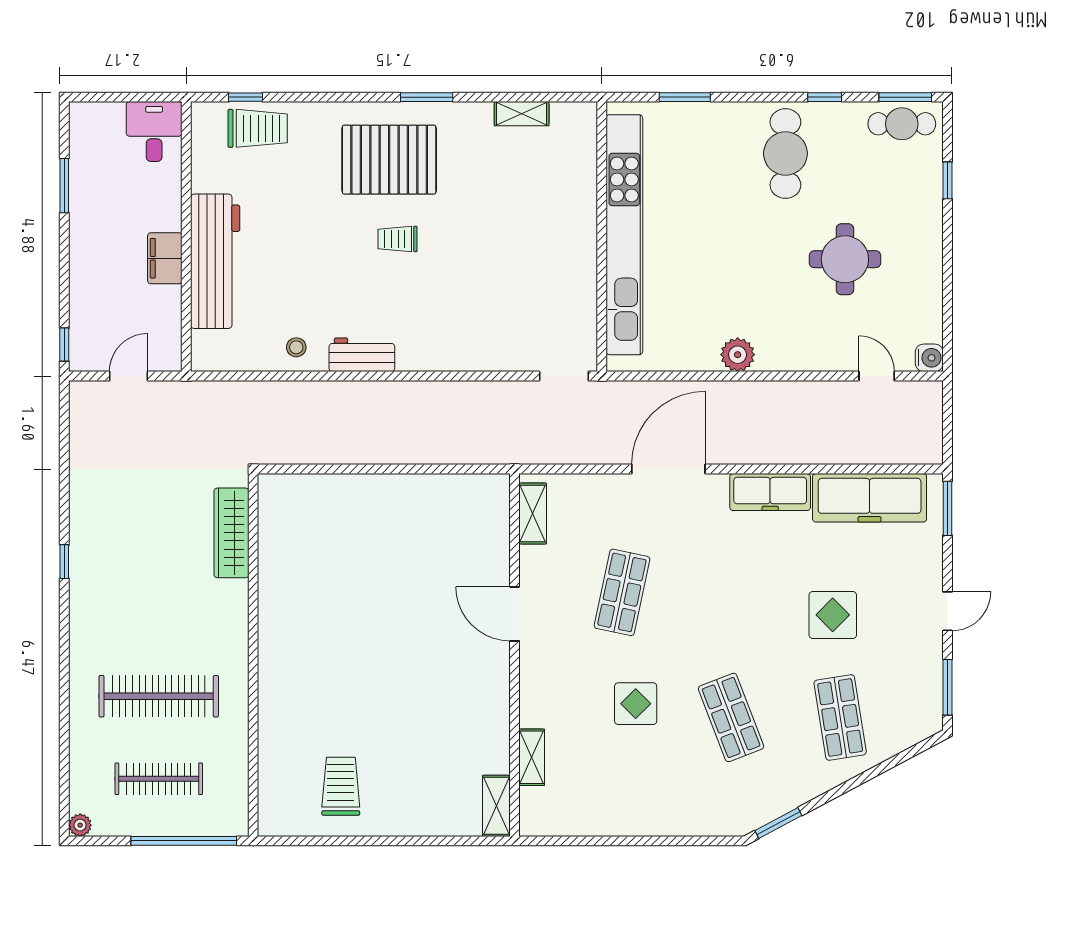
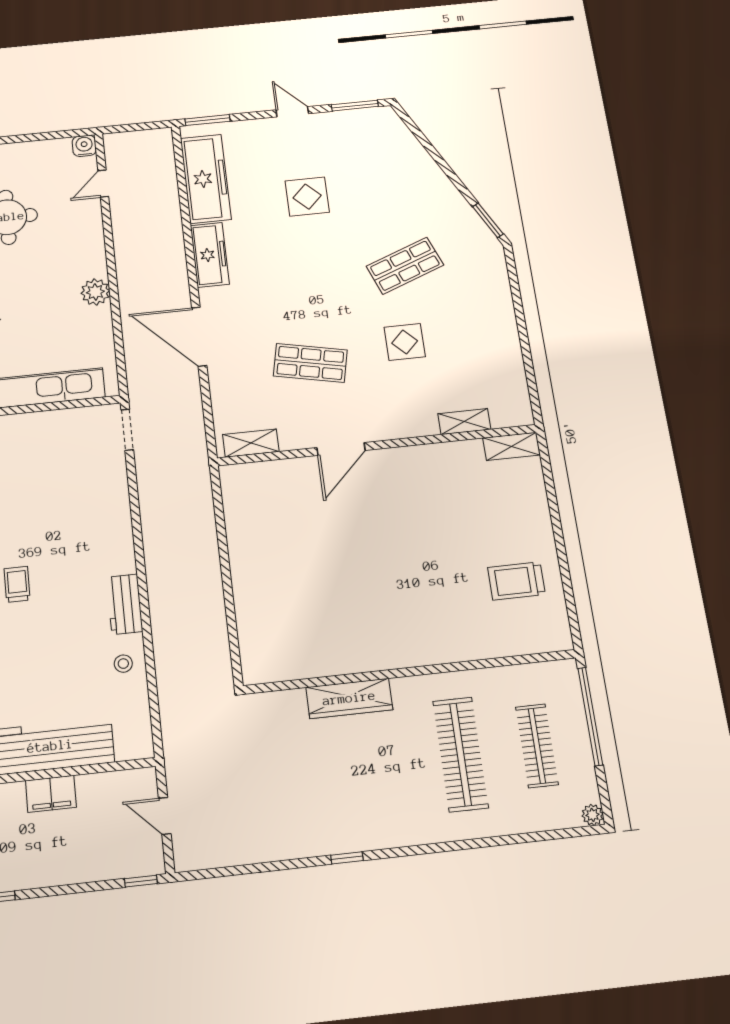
trolley: (397, 239) -> (17, 584), turned 180
wardrobe: (231, 533) -> (349, 698), moved
shop shelf: (840, 717) -> (392, 182), removed

